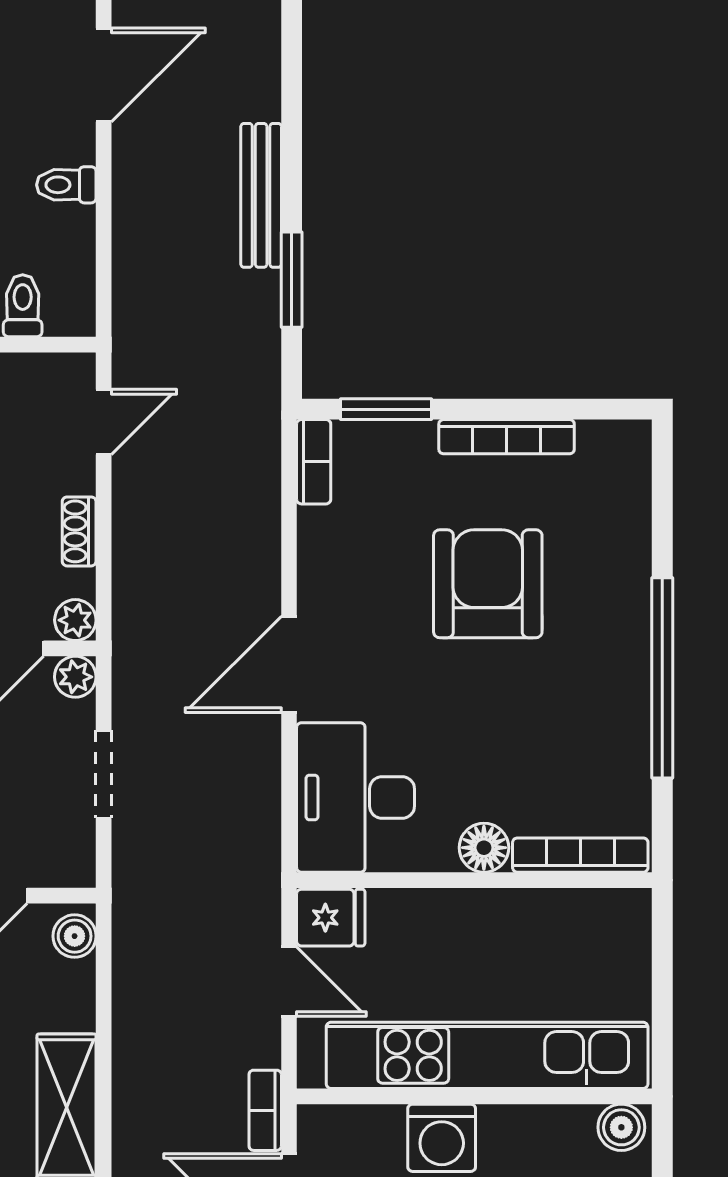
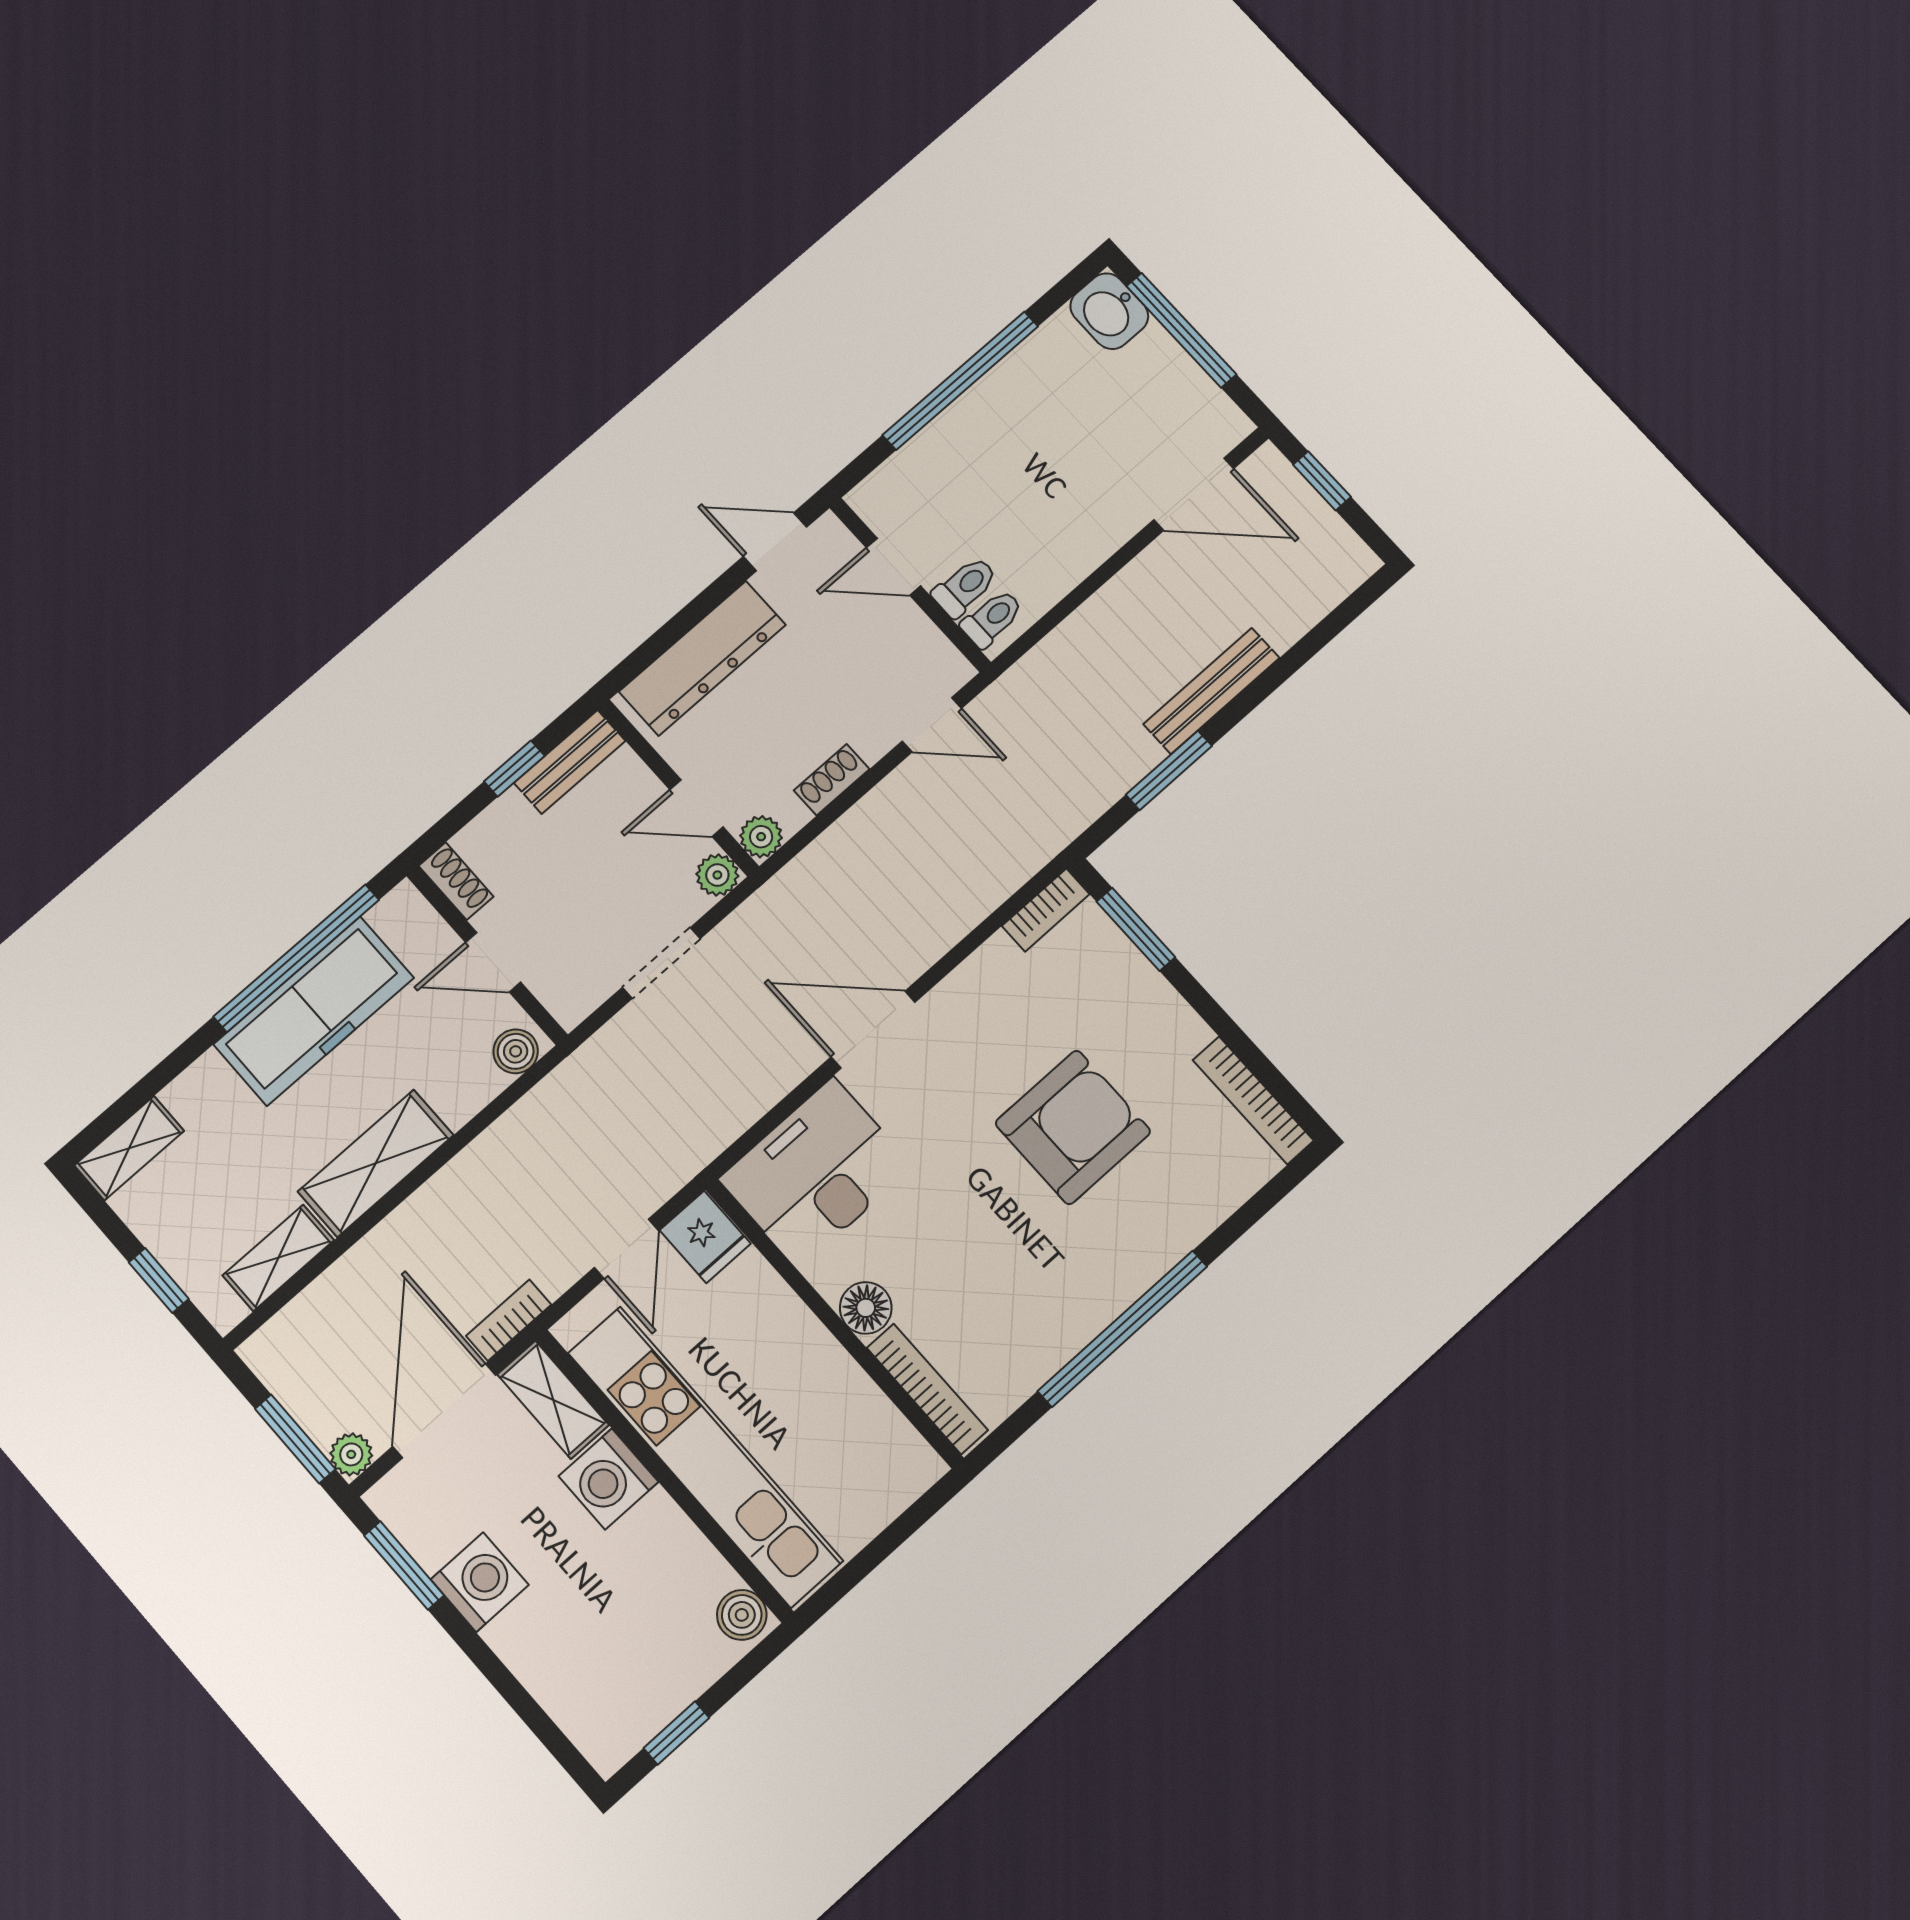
toilet: (66, 185) -> (992, 619), moved, turned 90
bookcase: (507, 437) -> (1253, 1100), moved
shelving: (350, 1128) -> (553, 1400), added

